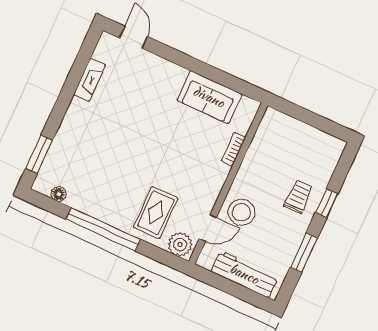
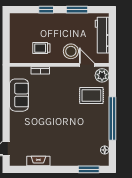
trolley: (298, 197) -> (41, 48), moved

